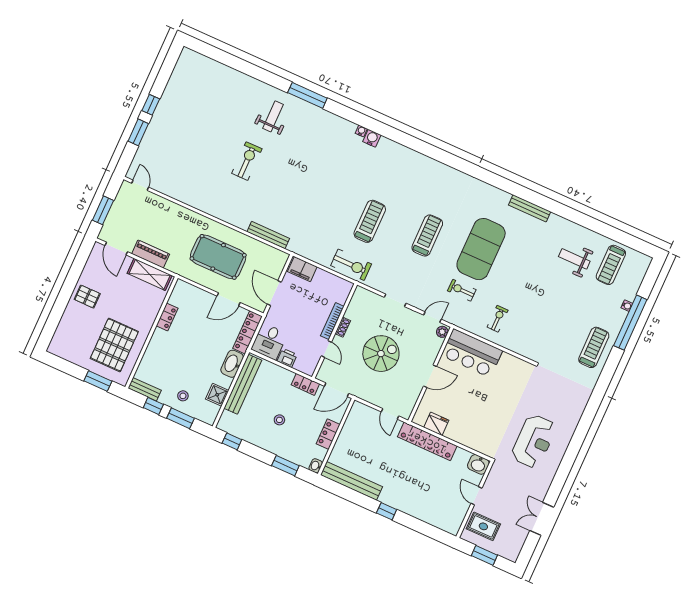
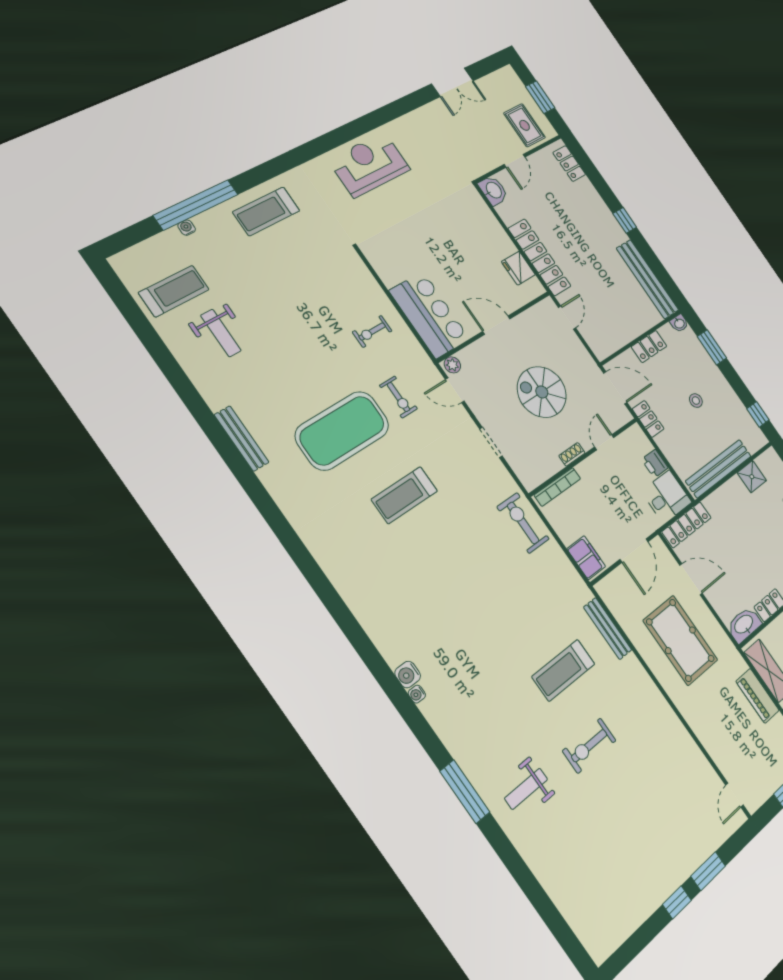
treadmill: (370, 221) -> (563, 670), moved
bookcase: (332, 321) -> (557, 487), moved
washbasin: (232, 364) -> (744, 625), moved, turned 180
reception desk: (534, 441) -> (369, 165), moved
locker: (442, 523) -> (569, 164), added

